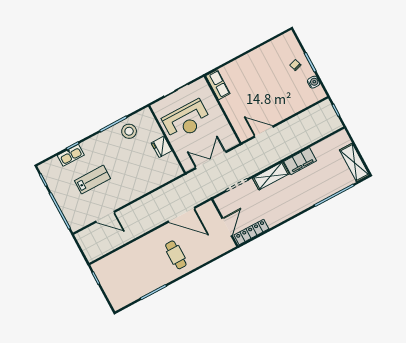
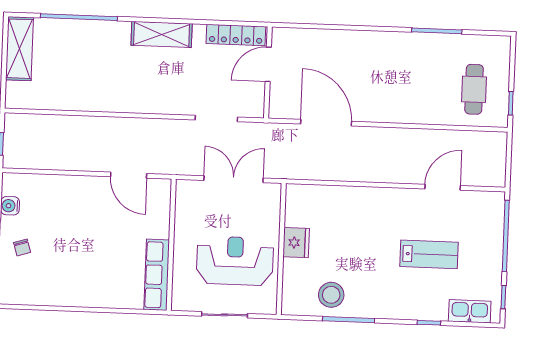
row of seats: (218, 85) -> (157, 275), width x1.48
kitchen sink: (71, 155) -> (470, 311), moved
double door: (211, 160) -> (234, 179), swing flipped
filing cabinet: (300, 161) -> (100, 99), removed
shelving: (271, 176) -> (162, 34), moved
lab bench: (92, 180) -> (429, 254), turned 180
door: (105, 217) -> (443, 187), hinge flipped
cafe table: (176, 255) -> (474, 89), moved

